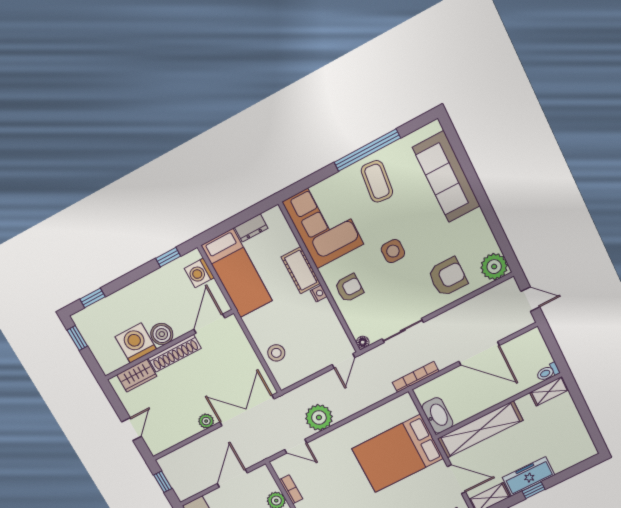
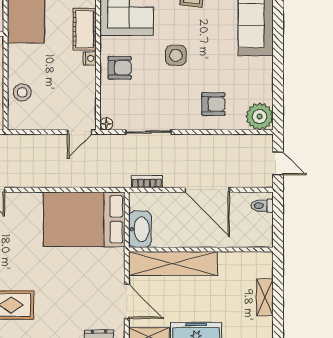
armchair: (448, 277) -> (213, 104), width x0.72, depth x0.72
toilet: (548, 372) -> (262, 206), moved
bookcase: (416, 377) -> (147, 182), width x0.64
shelving: (549, 391) -> (265, 297), moved, turned 90
plant: (319, 417) -> (29, 174), removed
bed: (398, 454) -> (84, 219), moved

